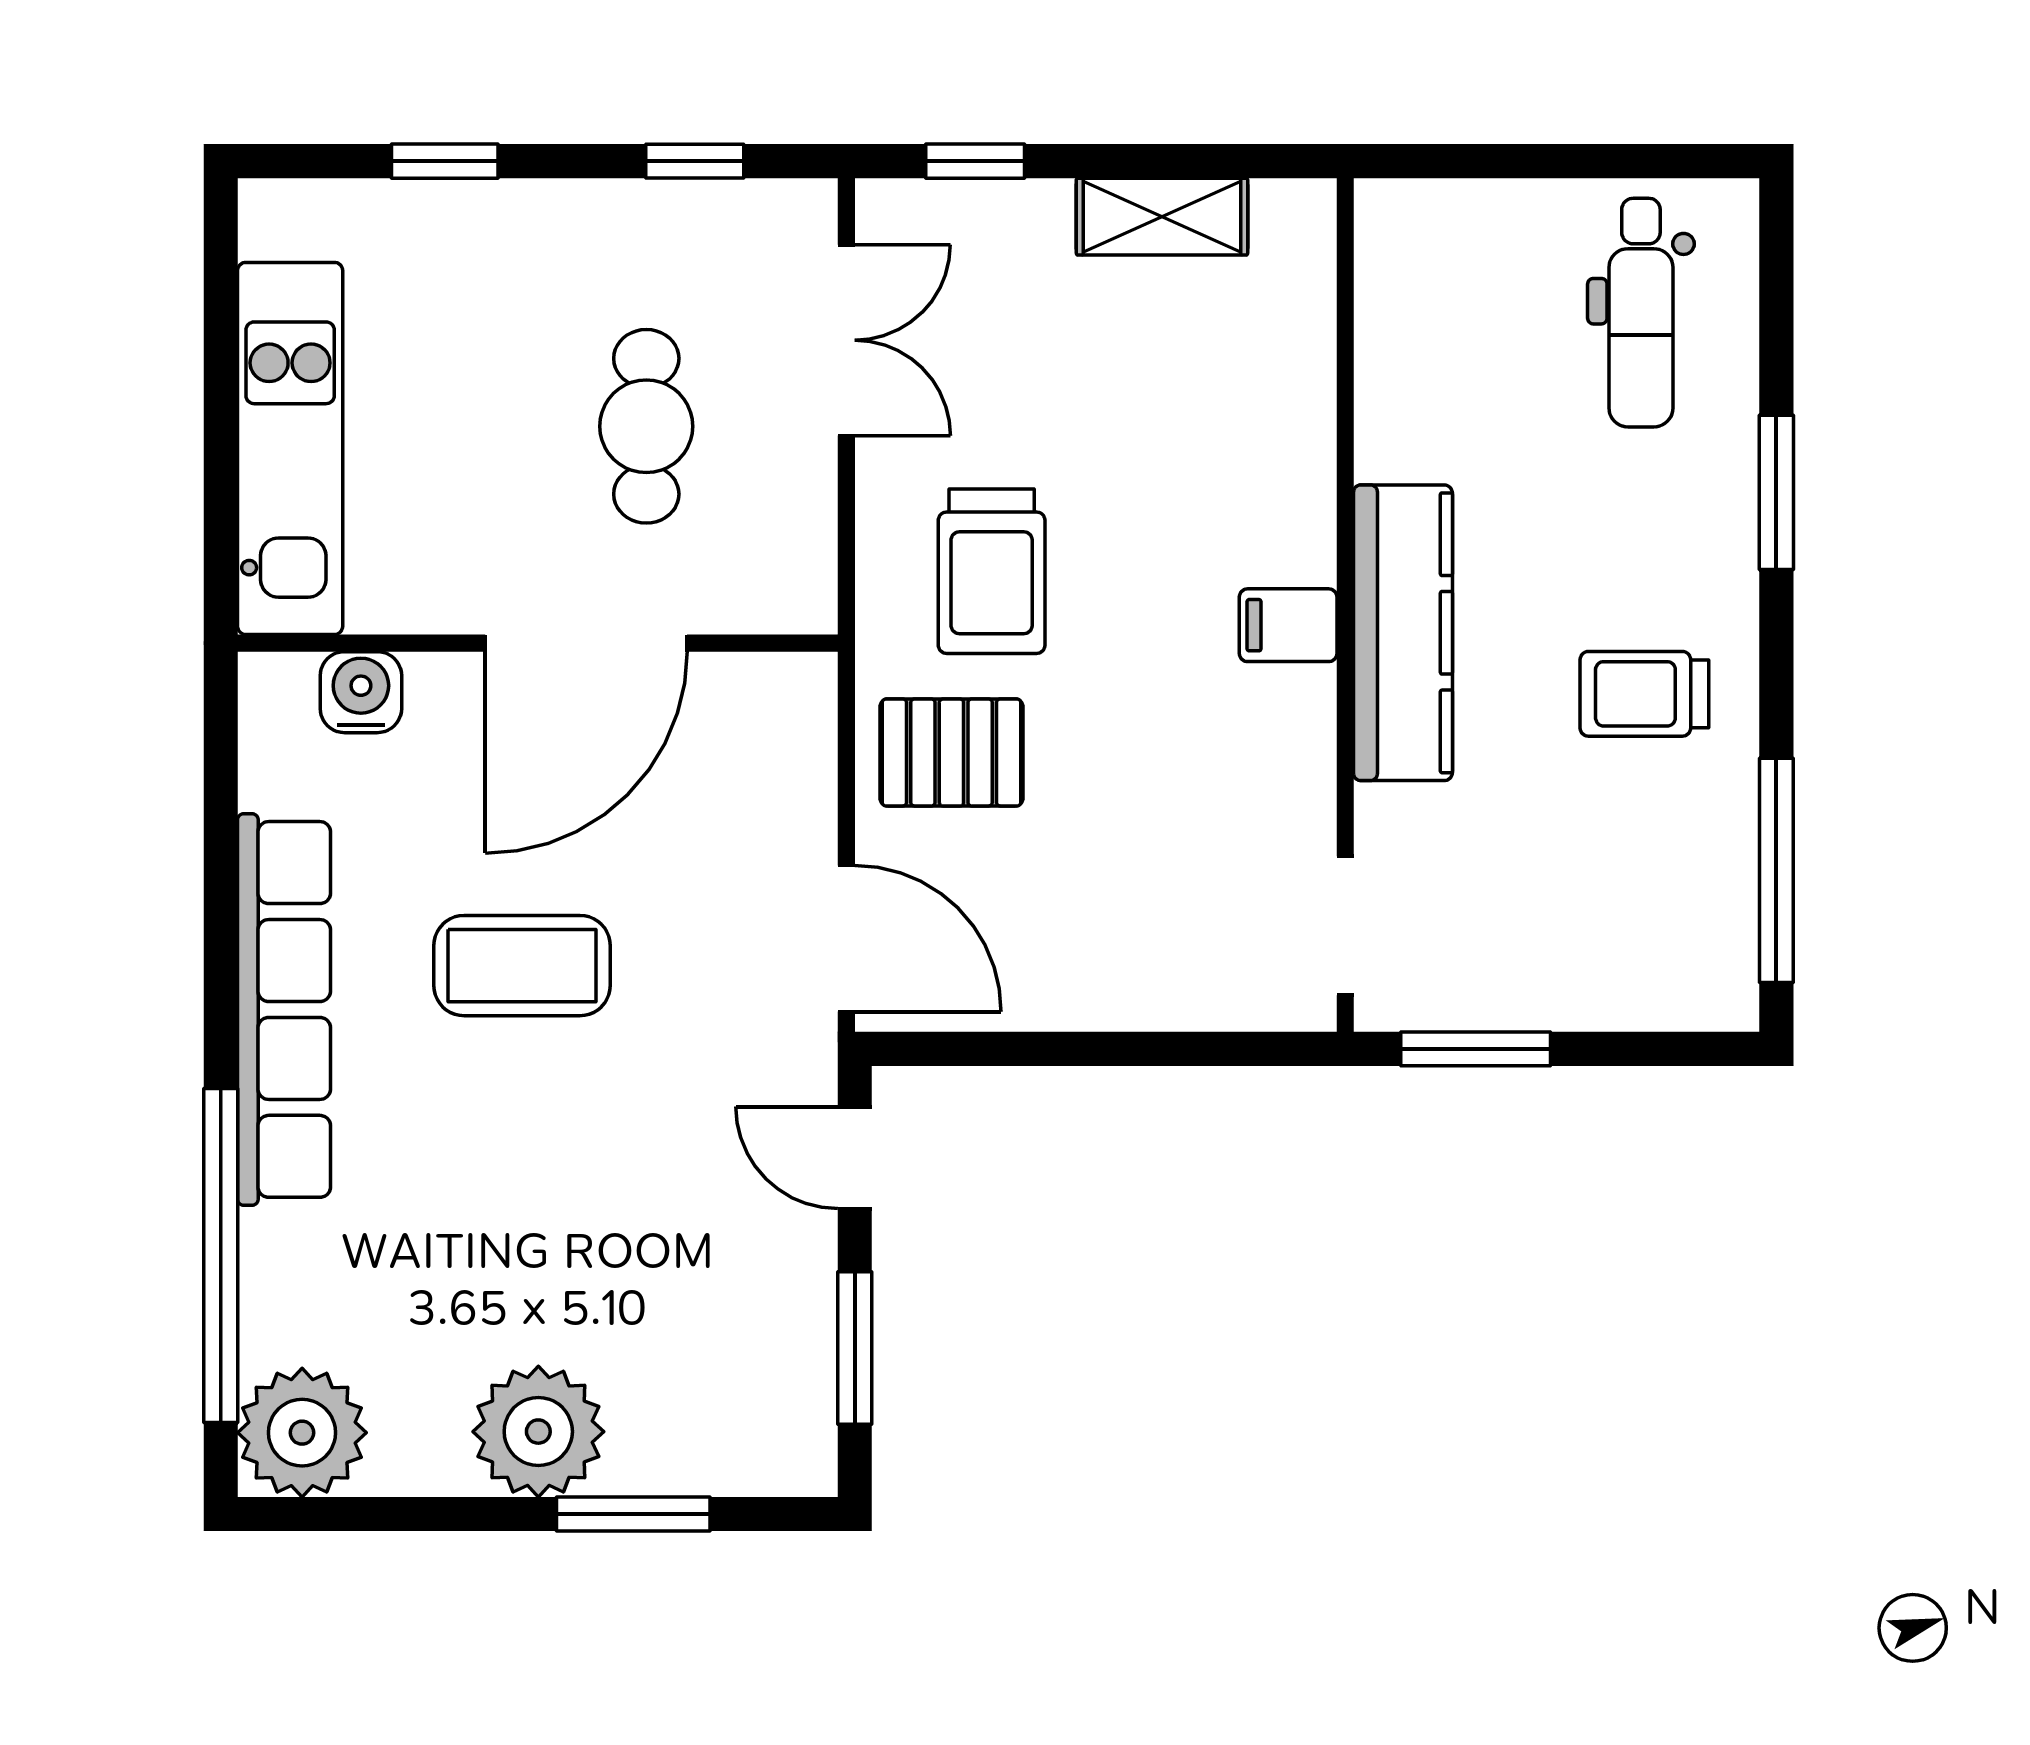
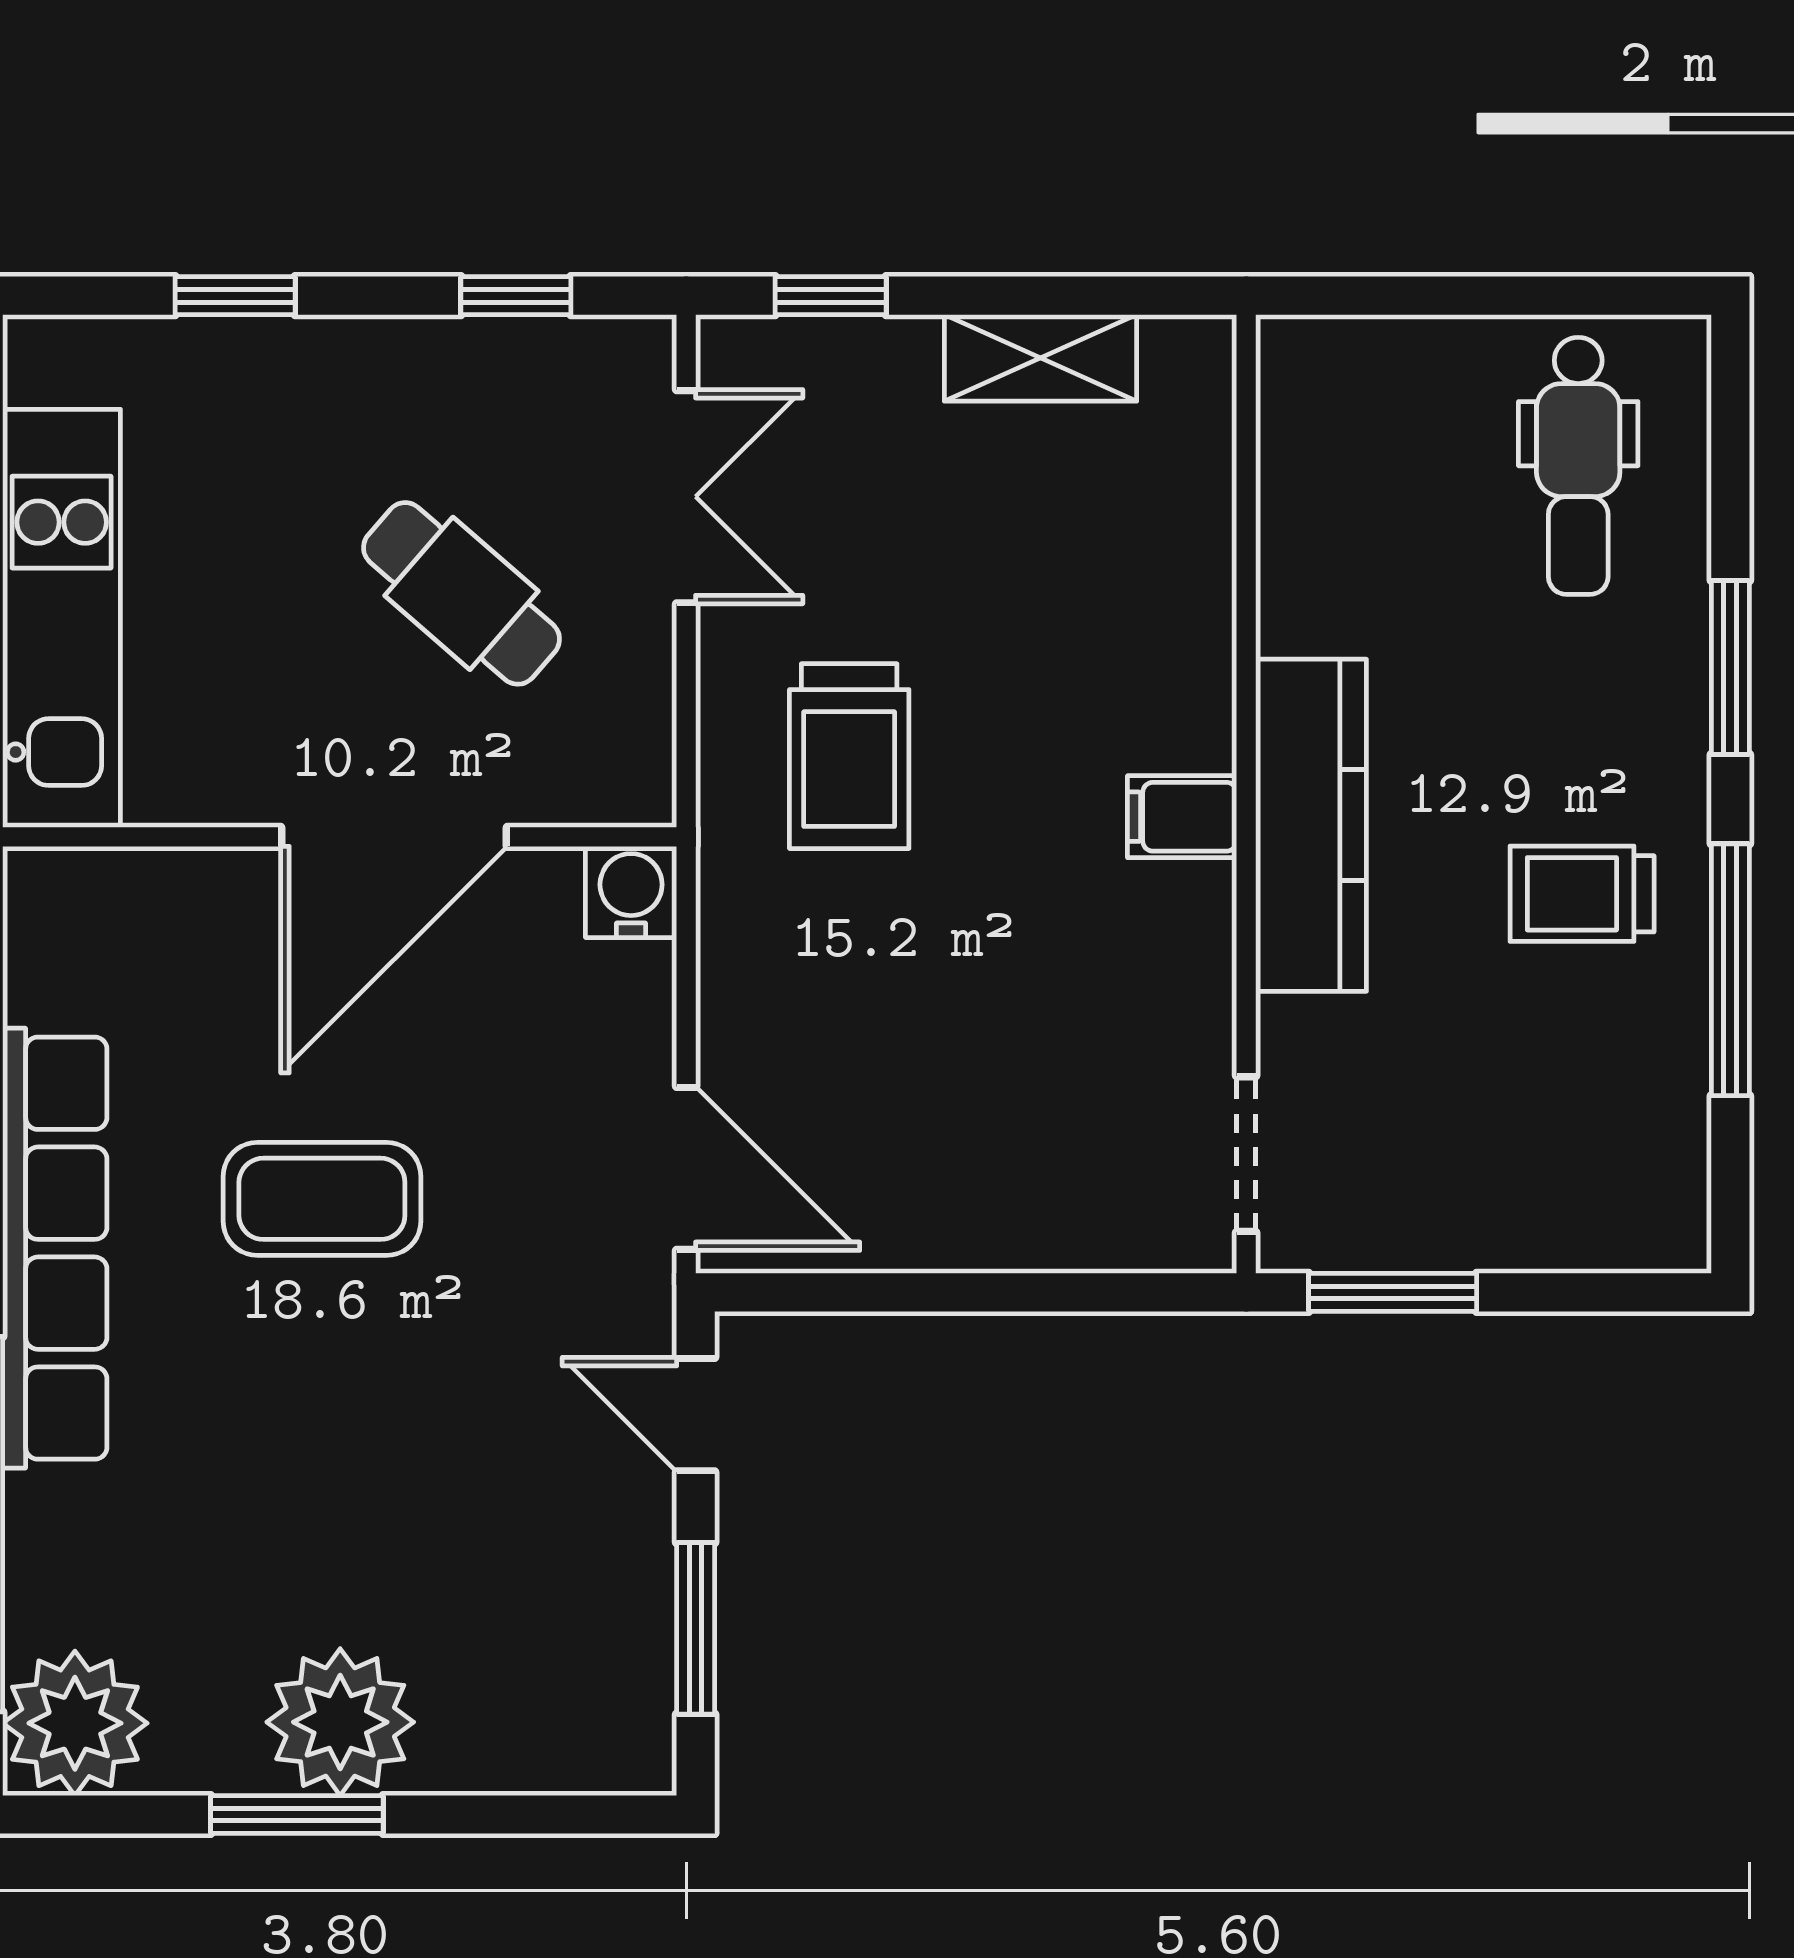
cafe table: (646, 426) -> (461, 593), turned -49
water cooler: (361, 692) -> (631, 892), moved
pallet: (951, 752) -> (804, 960), removed
window: (1776, 870) -> (1730, 970), moved
window: (633, 1514) -> (297, 1814), moved

